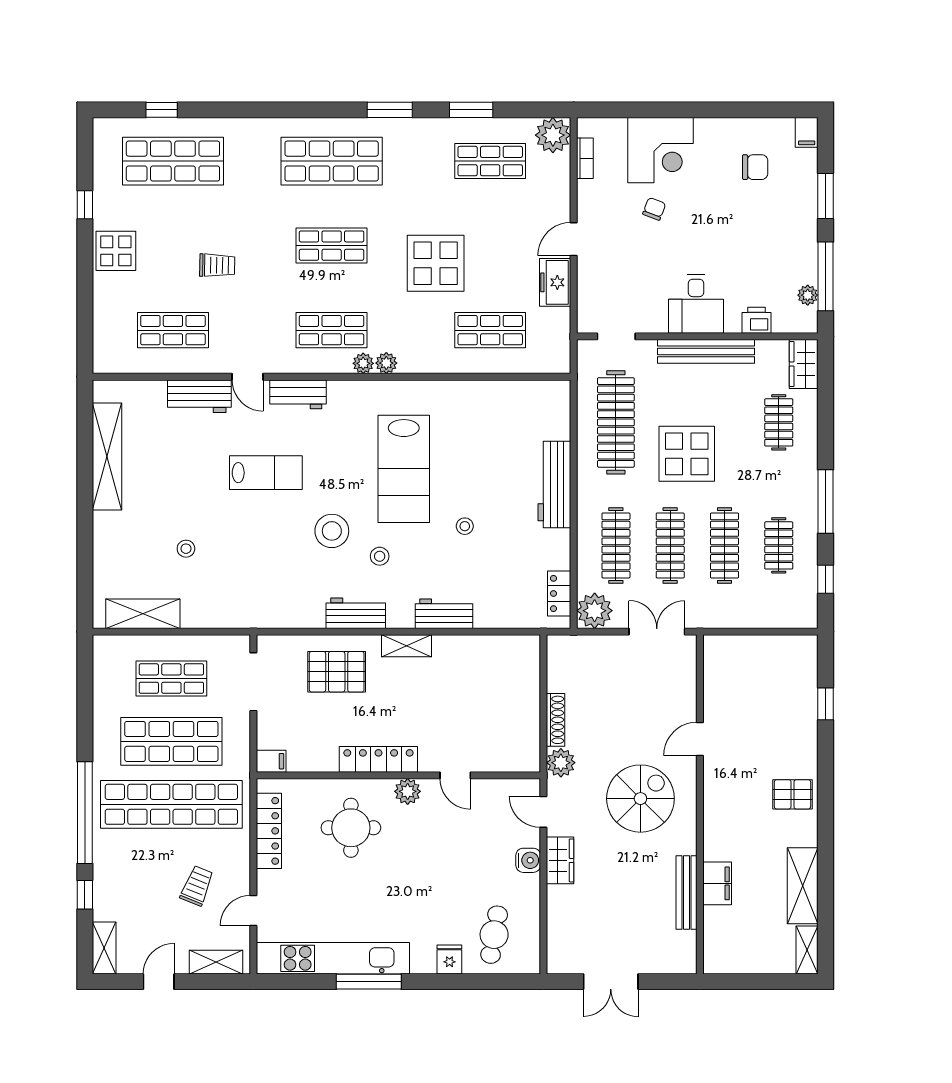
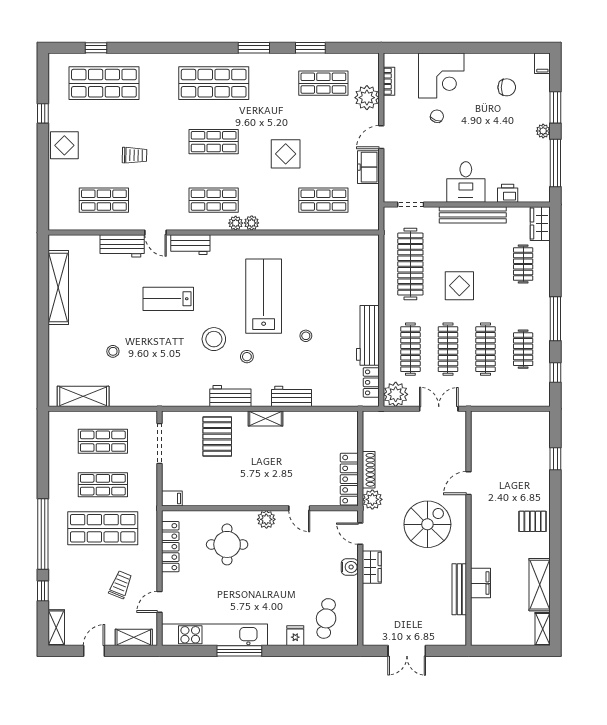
plant: (553, 135) -> (367, 98), moved
display table: (436, 263) -> (286, 154), width x0.73, depth x0.73
plant: (808, 295) -> (543, 131), moved
display table: (687, 454) -> (459, 286), width x0.73, depth x0.73
lab bench: (404, 469) -> (264, 296), turned 180
lab bench: (266, 473) -> (168, 299), turned 180
workbench: (554, 485) -> (368, 335), moved
pallet: (337, 672) -> (217, 437), turned 90
shop shelf: (171, 741) -> (103, 485), width x0.70, depth x0.74
locker: (378, 759) -> (349, 479), moved, turned -90
shop shelf: (171, 804) -> (103, 528), width x0.71

